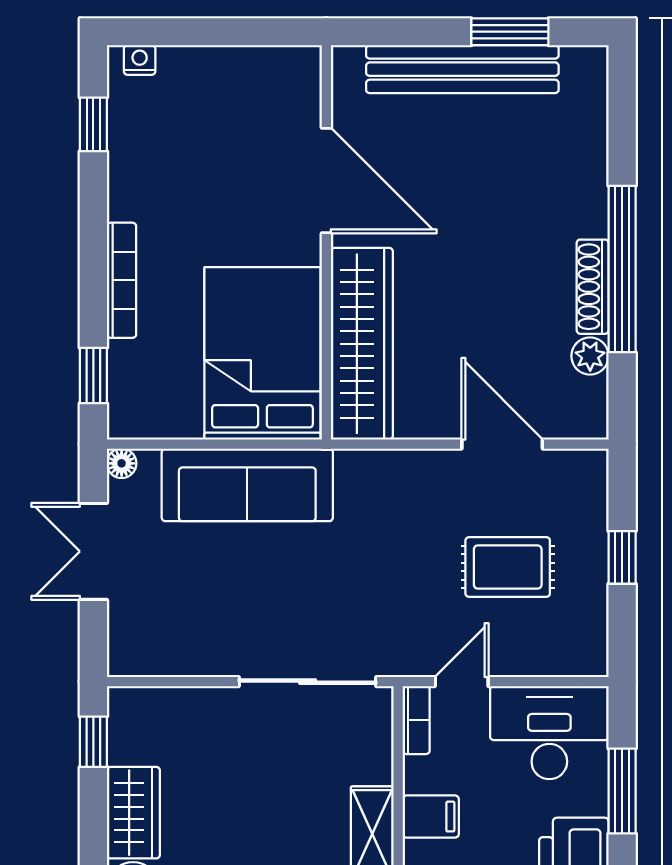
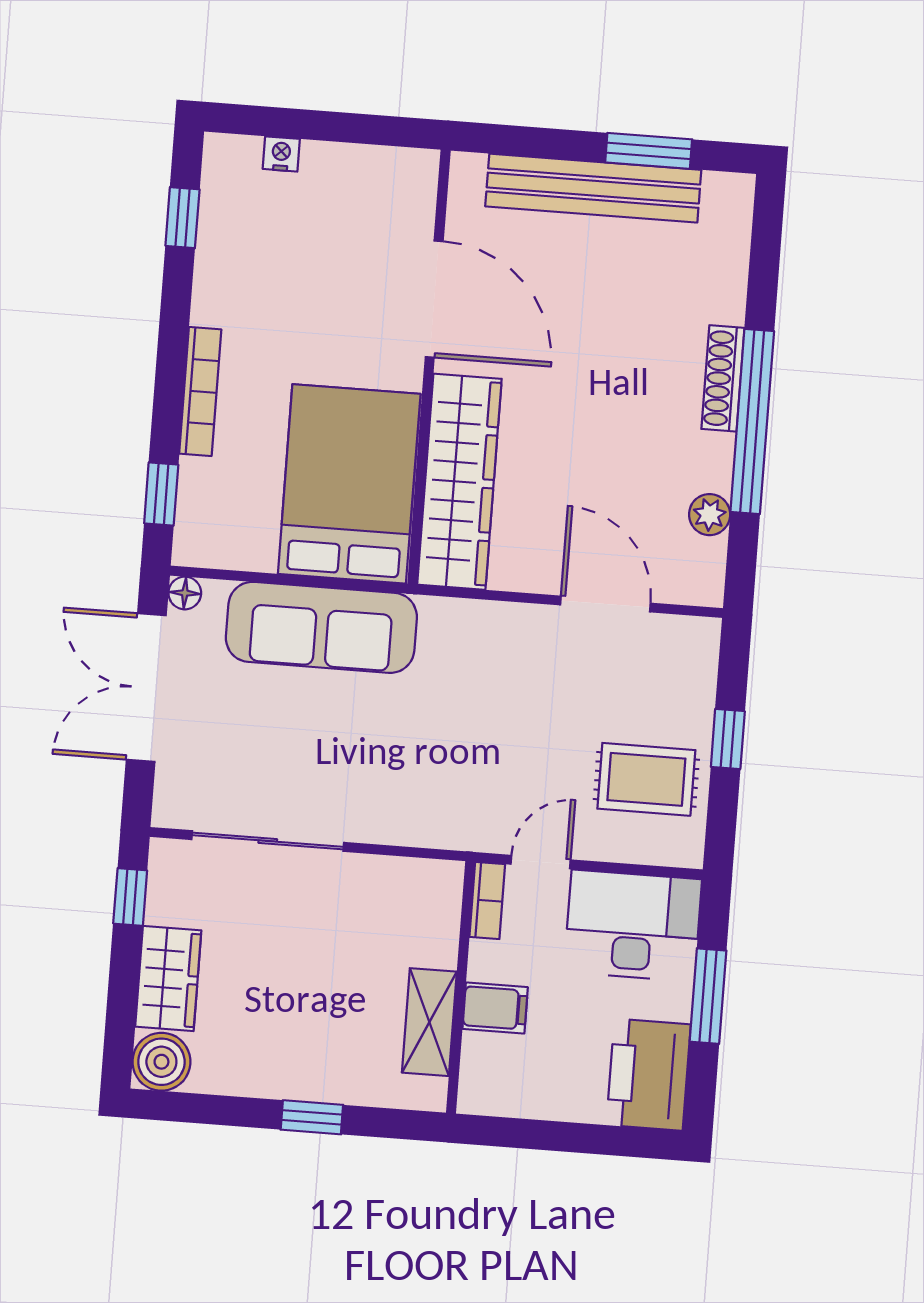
nightstand: (140, 60) -> (281, 154), moved
shoe rack: (593, 287) -> (723, 378), moved
double door: (93, 551) -> (146, 688), width x1.37
rug: (508, 567) -> (646, 779), moved
sliding door: (308, 682) -> (268, 841), moved

